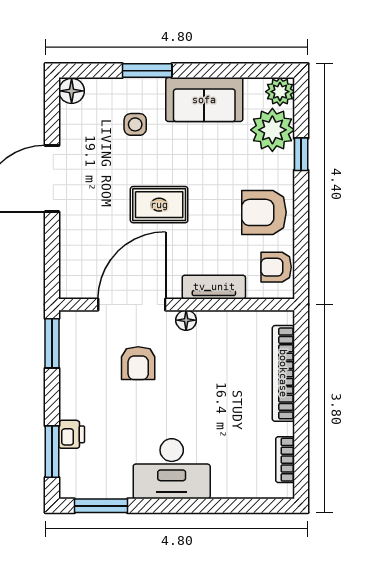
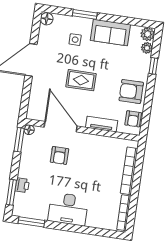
plant: (272, 130) -> (147, 48), width x0.53, depth x0.53
armchair: (276, 267) -> (133, 119), turned -90
door: (132, 305) -> (61, 127), hinge flipped
floor lamp: (186, 320) -> (29, 130), moved
bookcase: (285, 460) -> (124, 213), width x1.56

